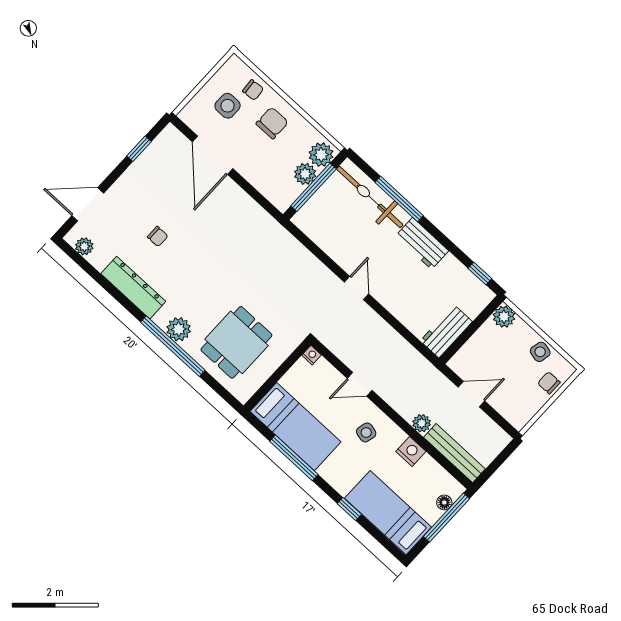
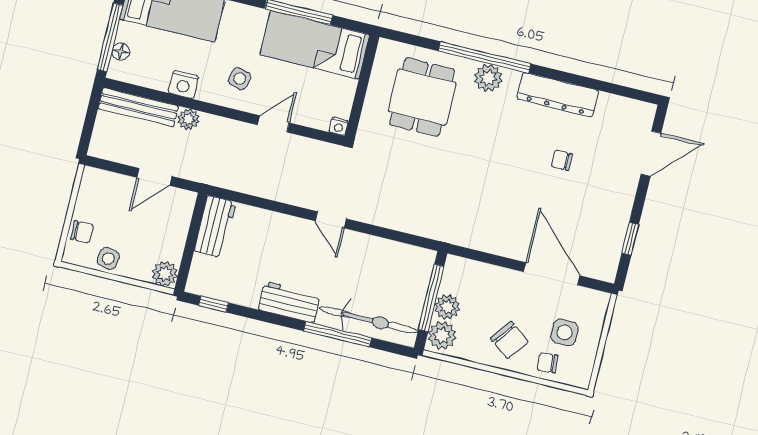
chair: (272, 123) -> (509, 340), turned -53
plant: (84, 246) -> (631, 109), removed

